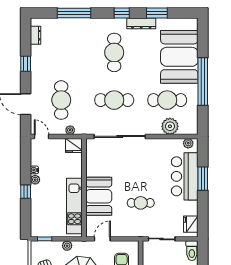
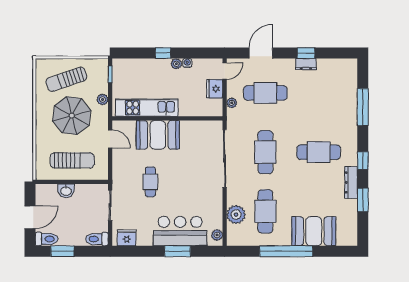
dresser: (36, 35) -> (306, 64), moved
booth: (179, 57) -> (314, 231), width x0.73, depth x0.70
fridge: (74, 145) -> (215, 89), moved

